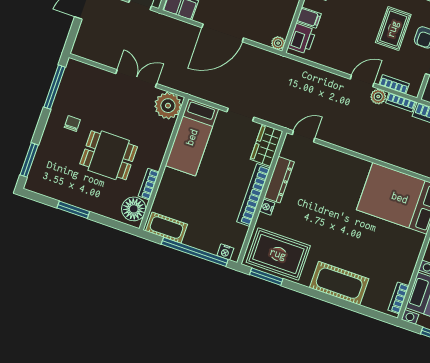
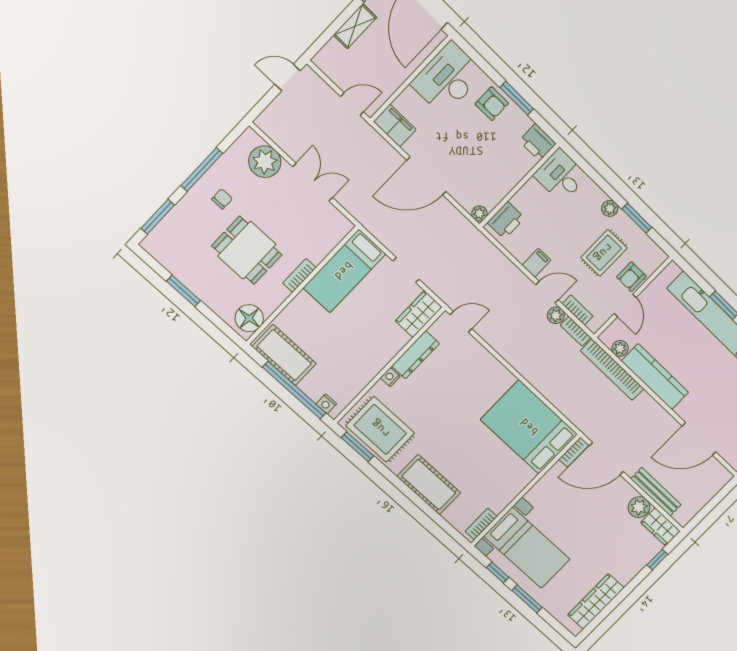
filing cabinet: (309, 18) -> (536, 263), moved, turned -90
window: (54, 87) -> (202, 170), moved
plant: (168, 106) -> (265, 162), moved
bookcase: (149, 184) -> (299, 275), moved
bookcase: (253, 195) -> (382, 359), removed
cot: (166, 228) -> (284, 355), width x1.37, depth x1.34

